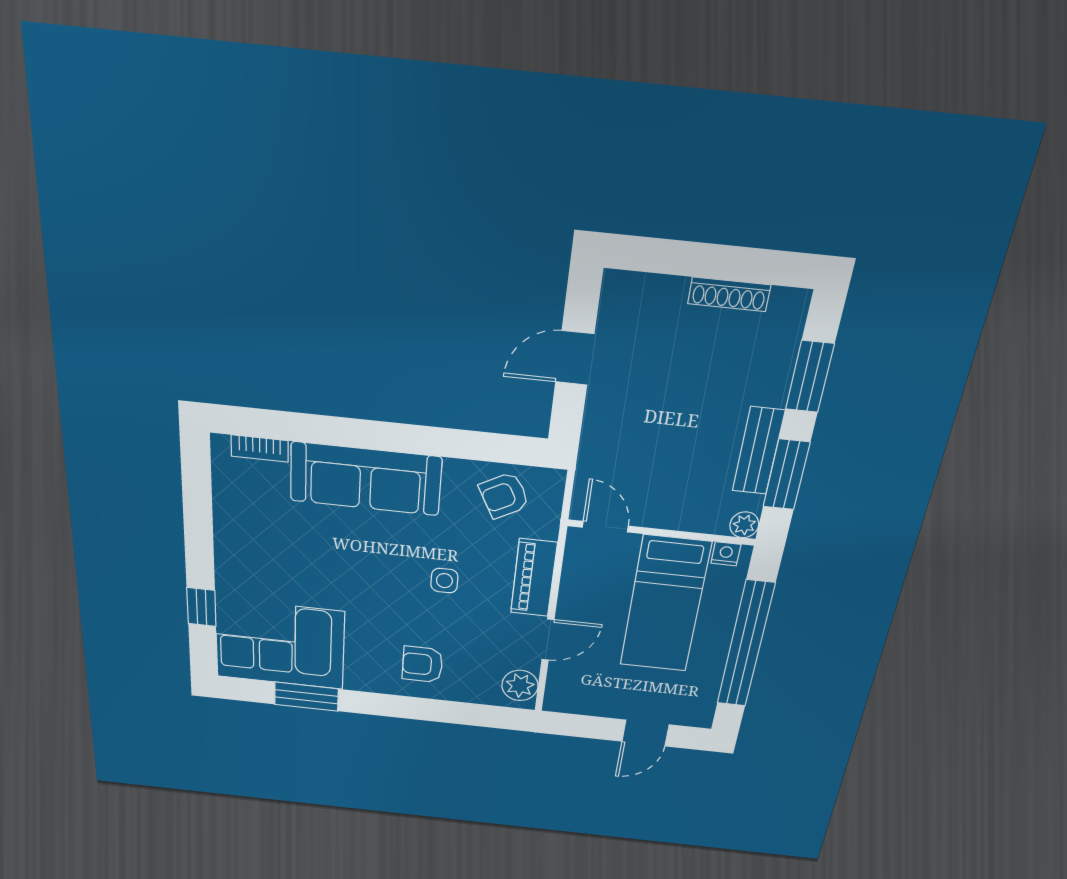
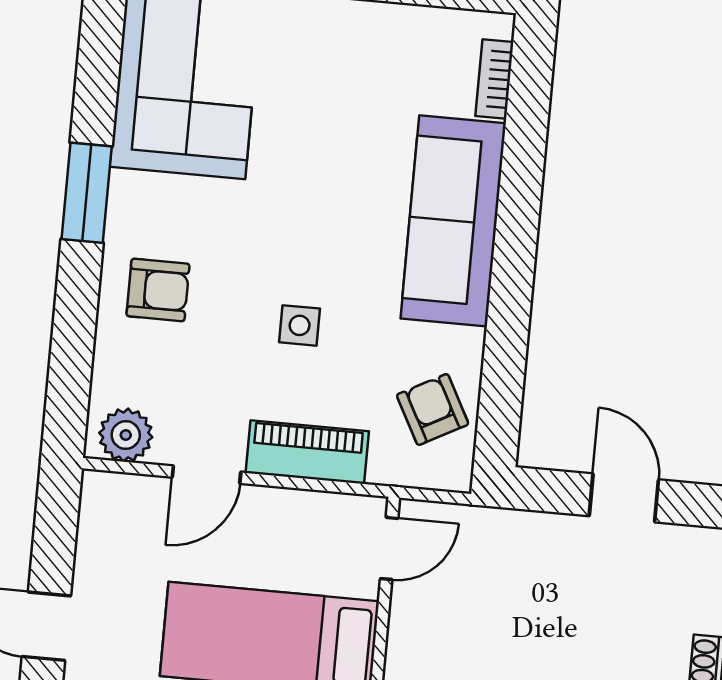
door: (548, 640) -> (206, 475), hinge flipped
armchair: (422, 664) -> (158, 290), turned 90
window: (306, 697) -> (87, 193), moved

